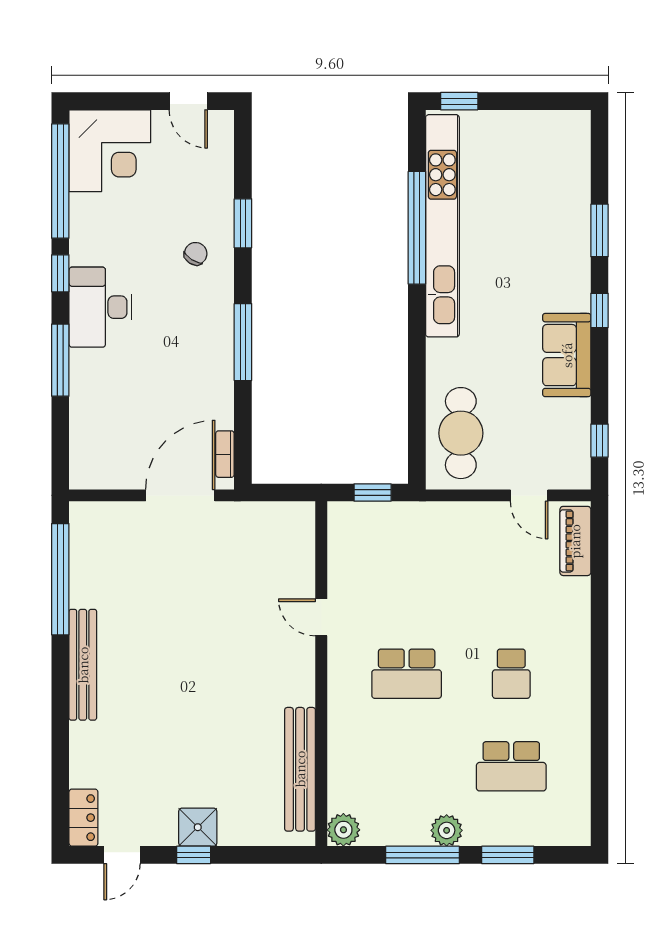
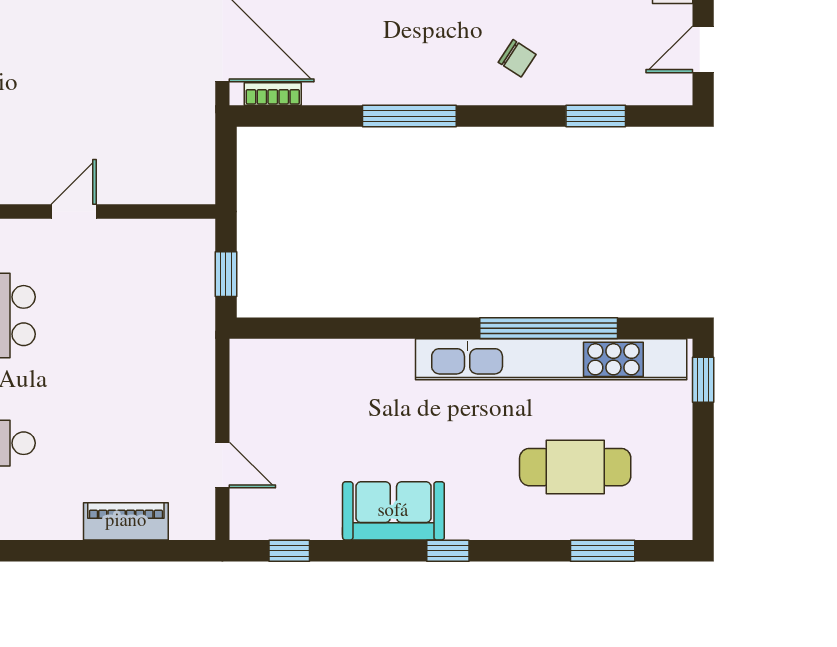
window: (243, 223) -> (596, 116), moved
window: (600, 230) -> (603, 551), moved
cafe table: (461, 433) -> (575, 467), moved
door: (529, 495) -> (222, 465), swing flipped
piano: (575, 541) -> (126, 521), moved

